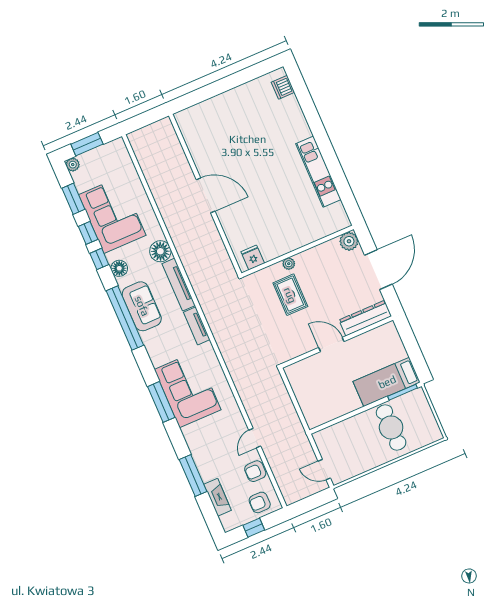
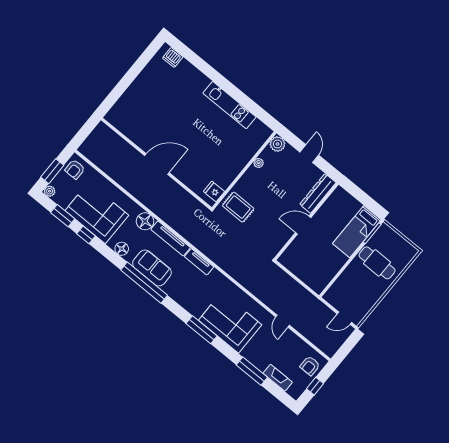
window: (99, 259) -> (104, 249), removed
plant: (289, 264) -> (258, 163), moved
door: (378, 270) -> (309, 154), width x0.53
rug: (290, 295) -> (238, 207), moved
corner sofa: (188, 390) -> (230, 323), moved
armchair: (255, 471) -> (75, 169), moved

